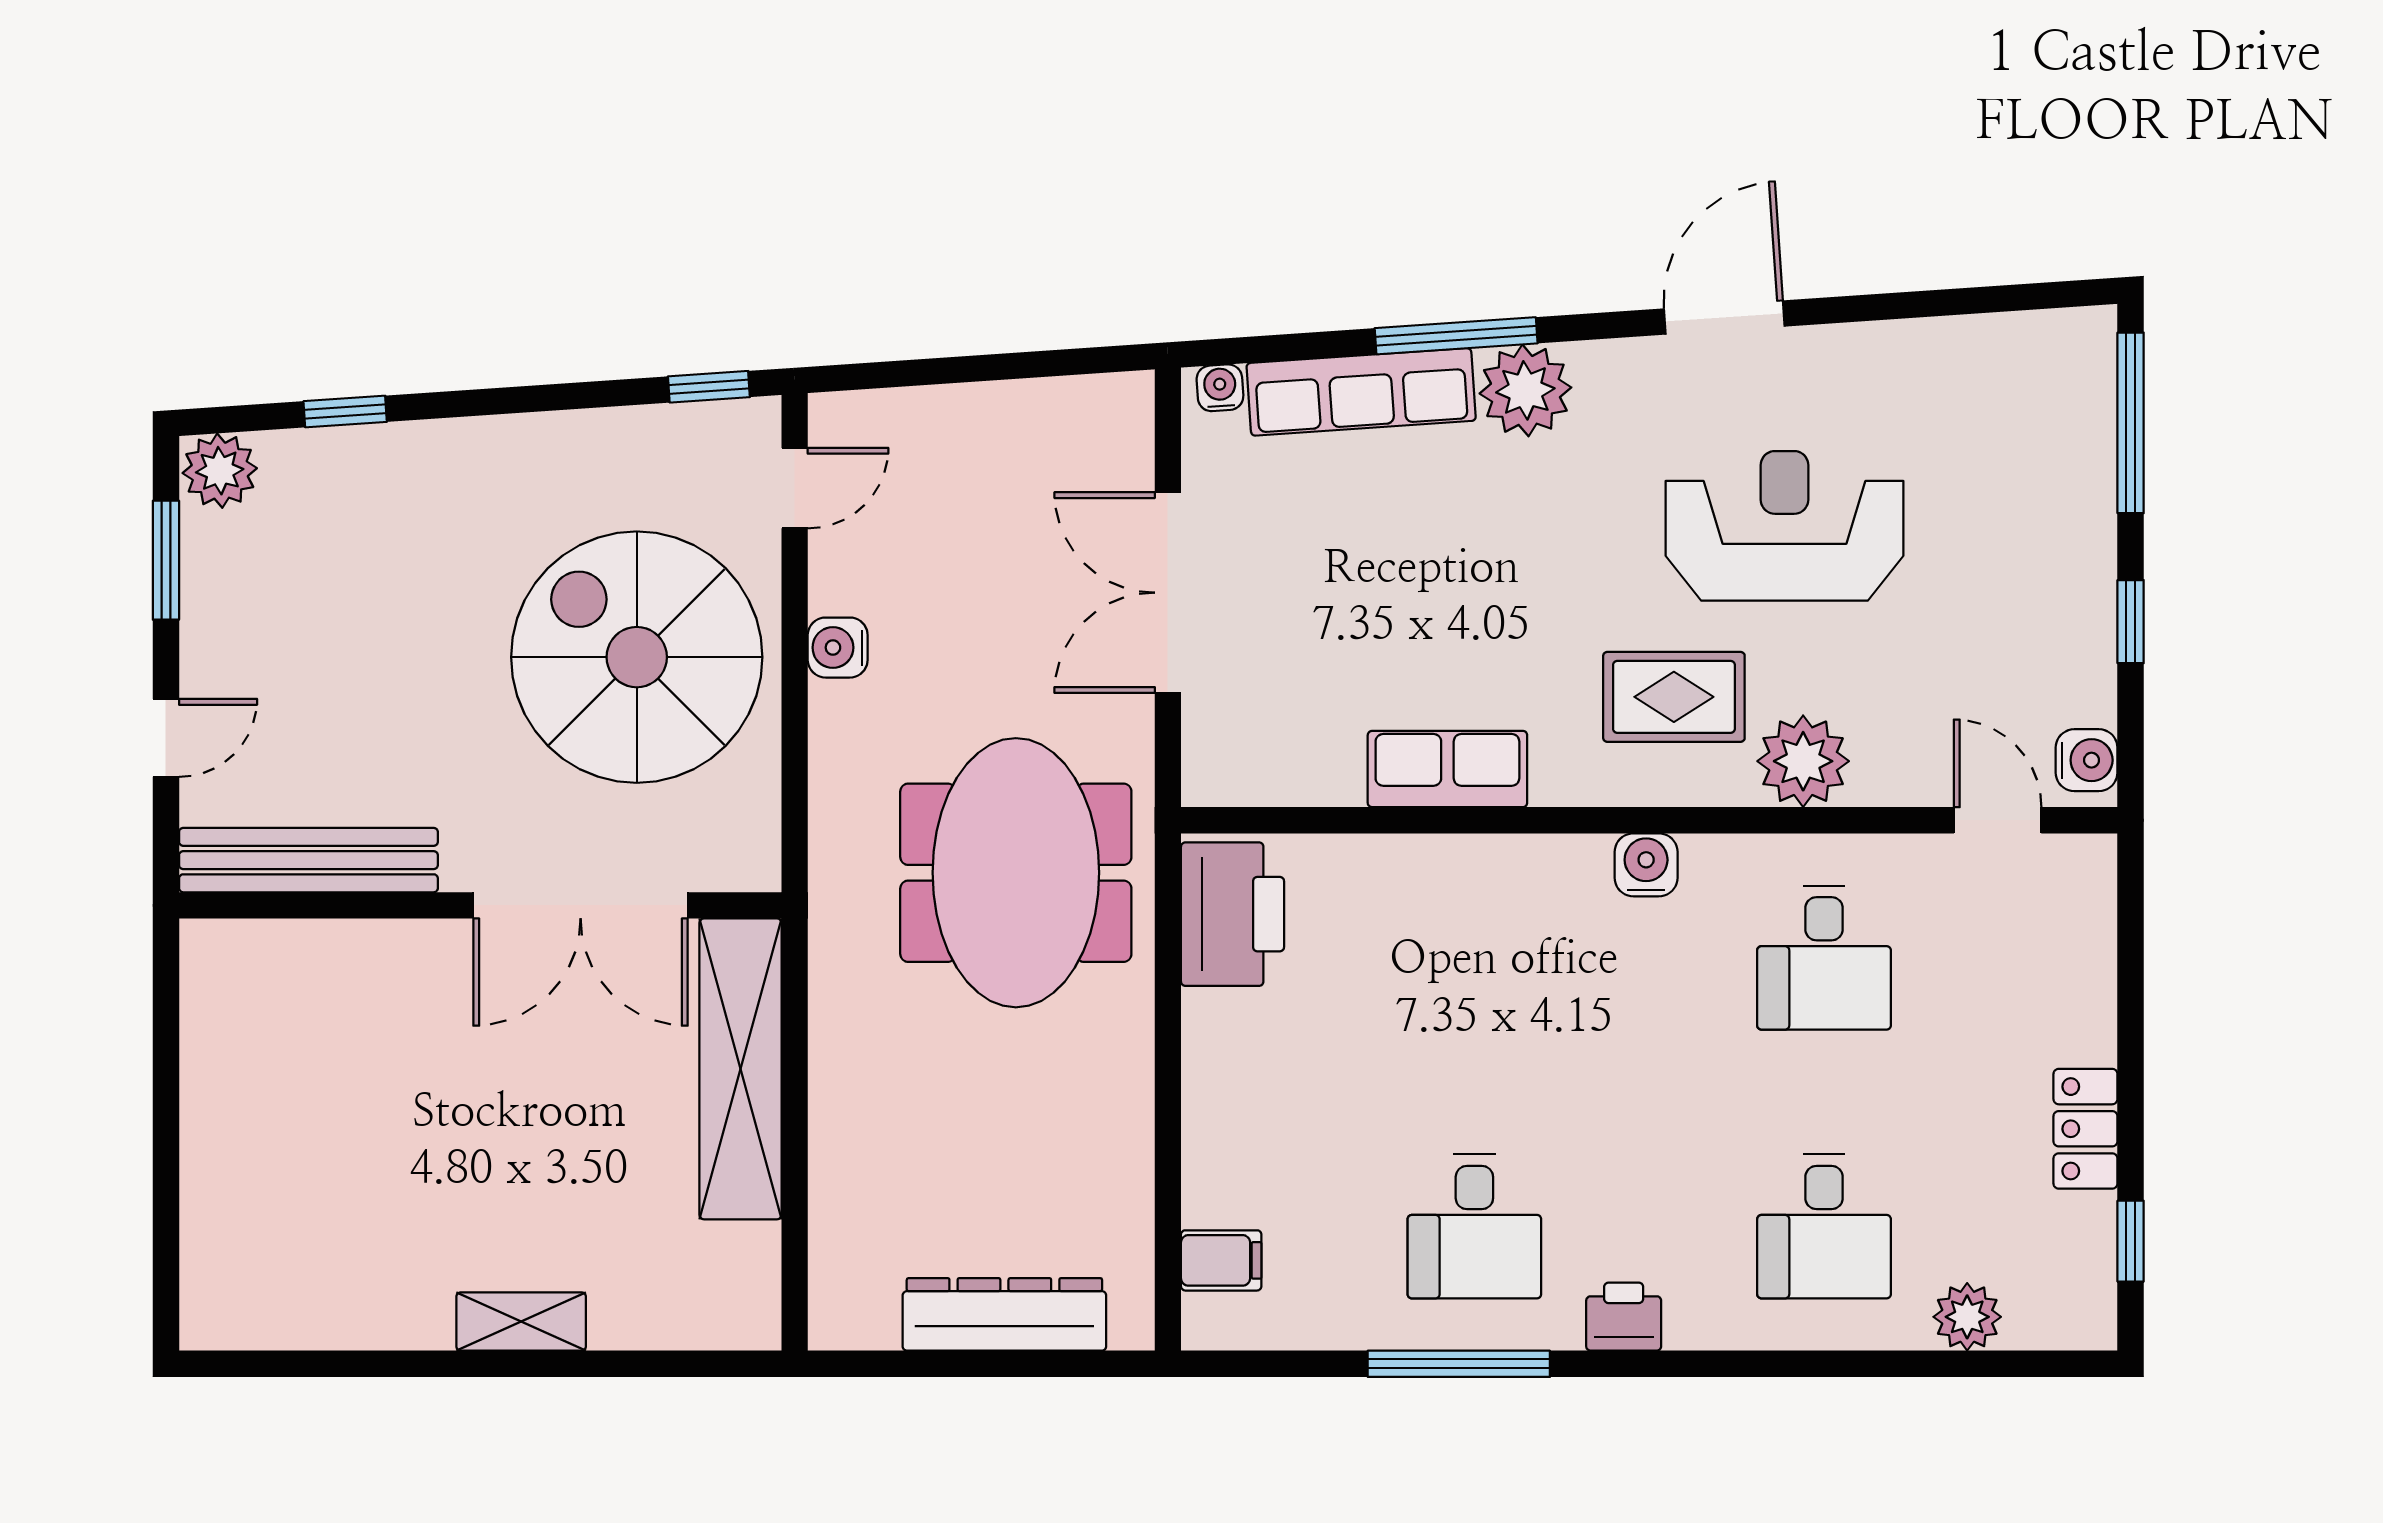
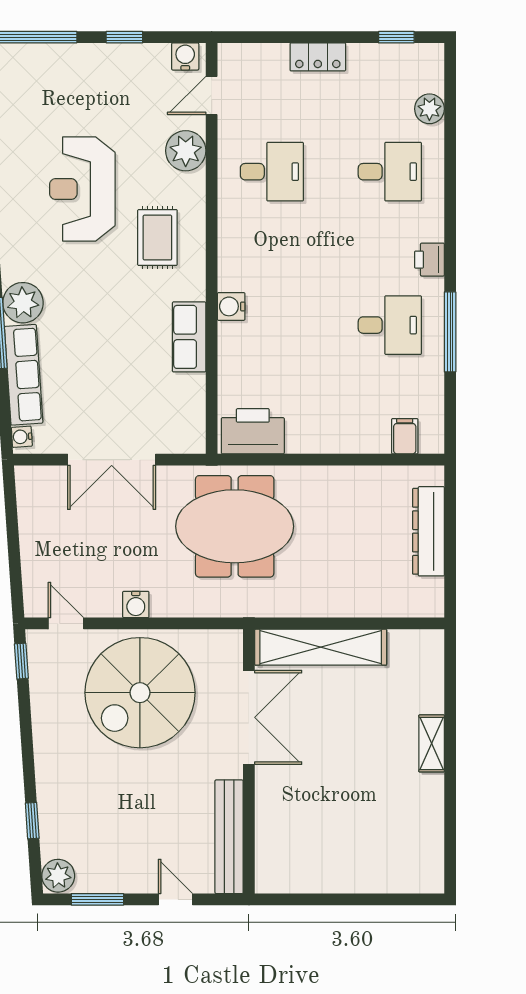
plant: (1803, 761) -> (186, 151), moved
water cooler: (1646, 865) -> (231, 306), moved
locker: (2085, 1129) -> (318, 57), moved

